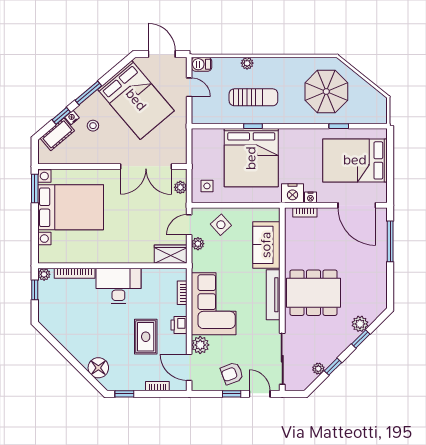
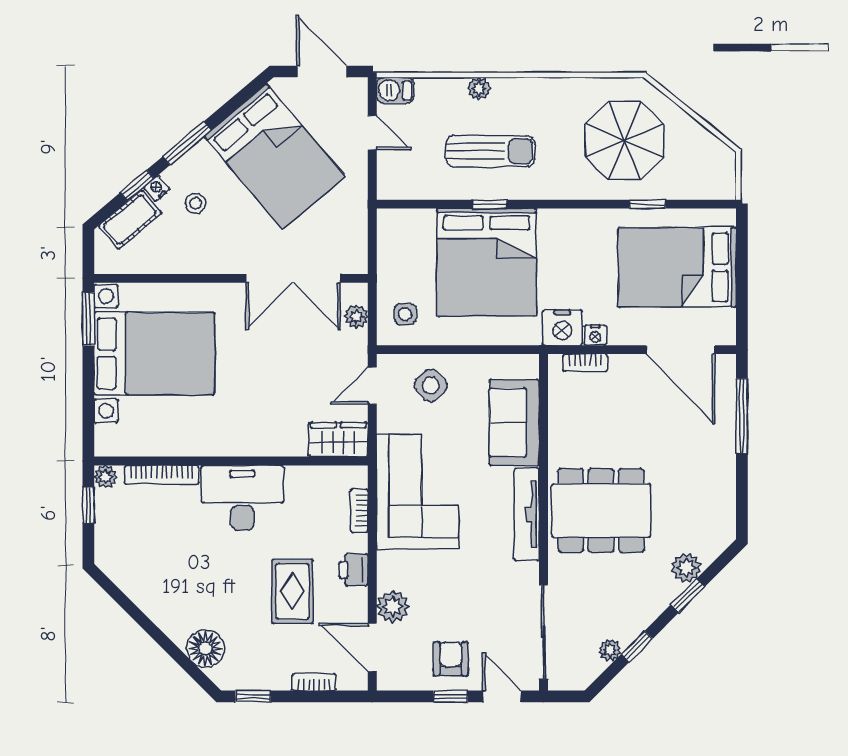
plant: (198, 244) -> (388, 420), removed
corner sofa: (214, 304) -> (417, 492), moved
armchair: (232, 373) -> (451, 659), turned 111

